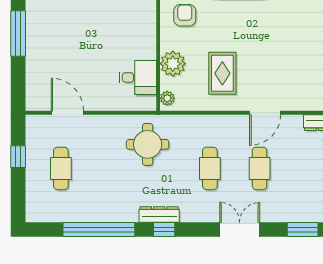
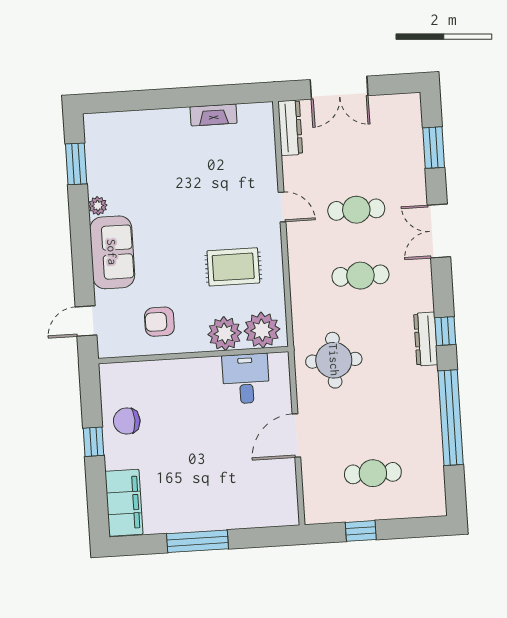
plant: (167, 98) -> (262, 330), width x1.88, depth x1.88
door: (67, 113) -> (296, 435), moved
door: (265, 113) -> (282, 207), width x0.73

